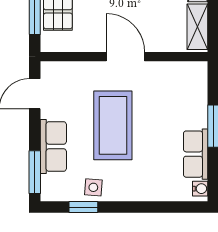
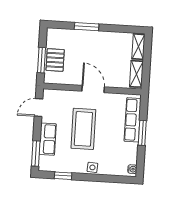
row of seats: (196, 154) -> (133, 120), moved, width x1.48
side table: (93, 187) -> (92, 167), moved

